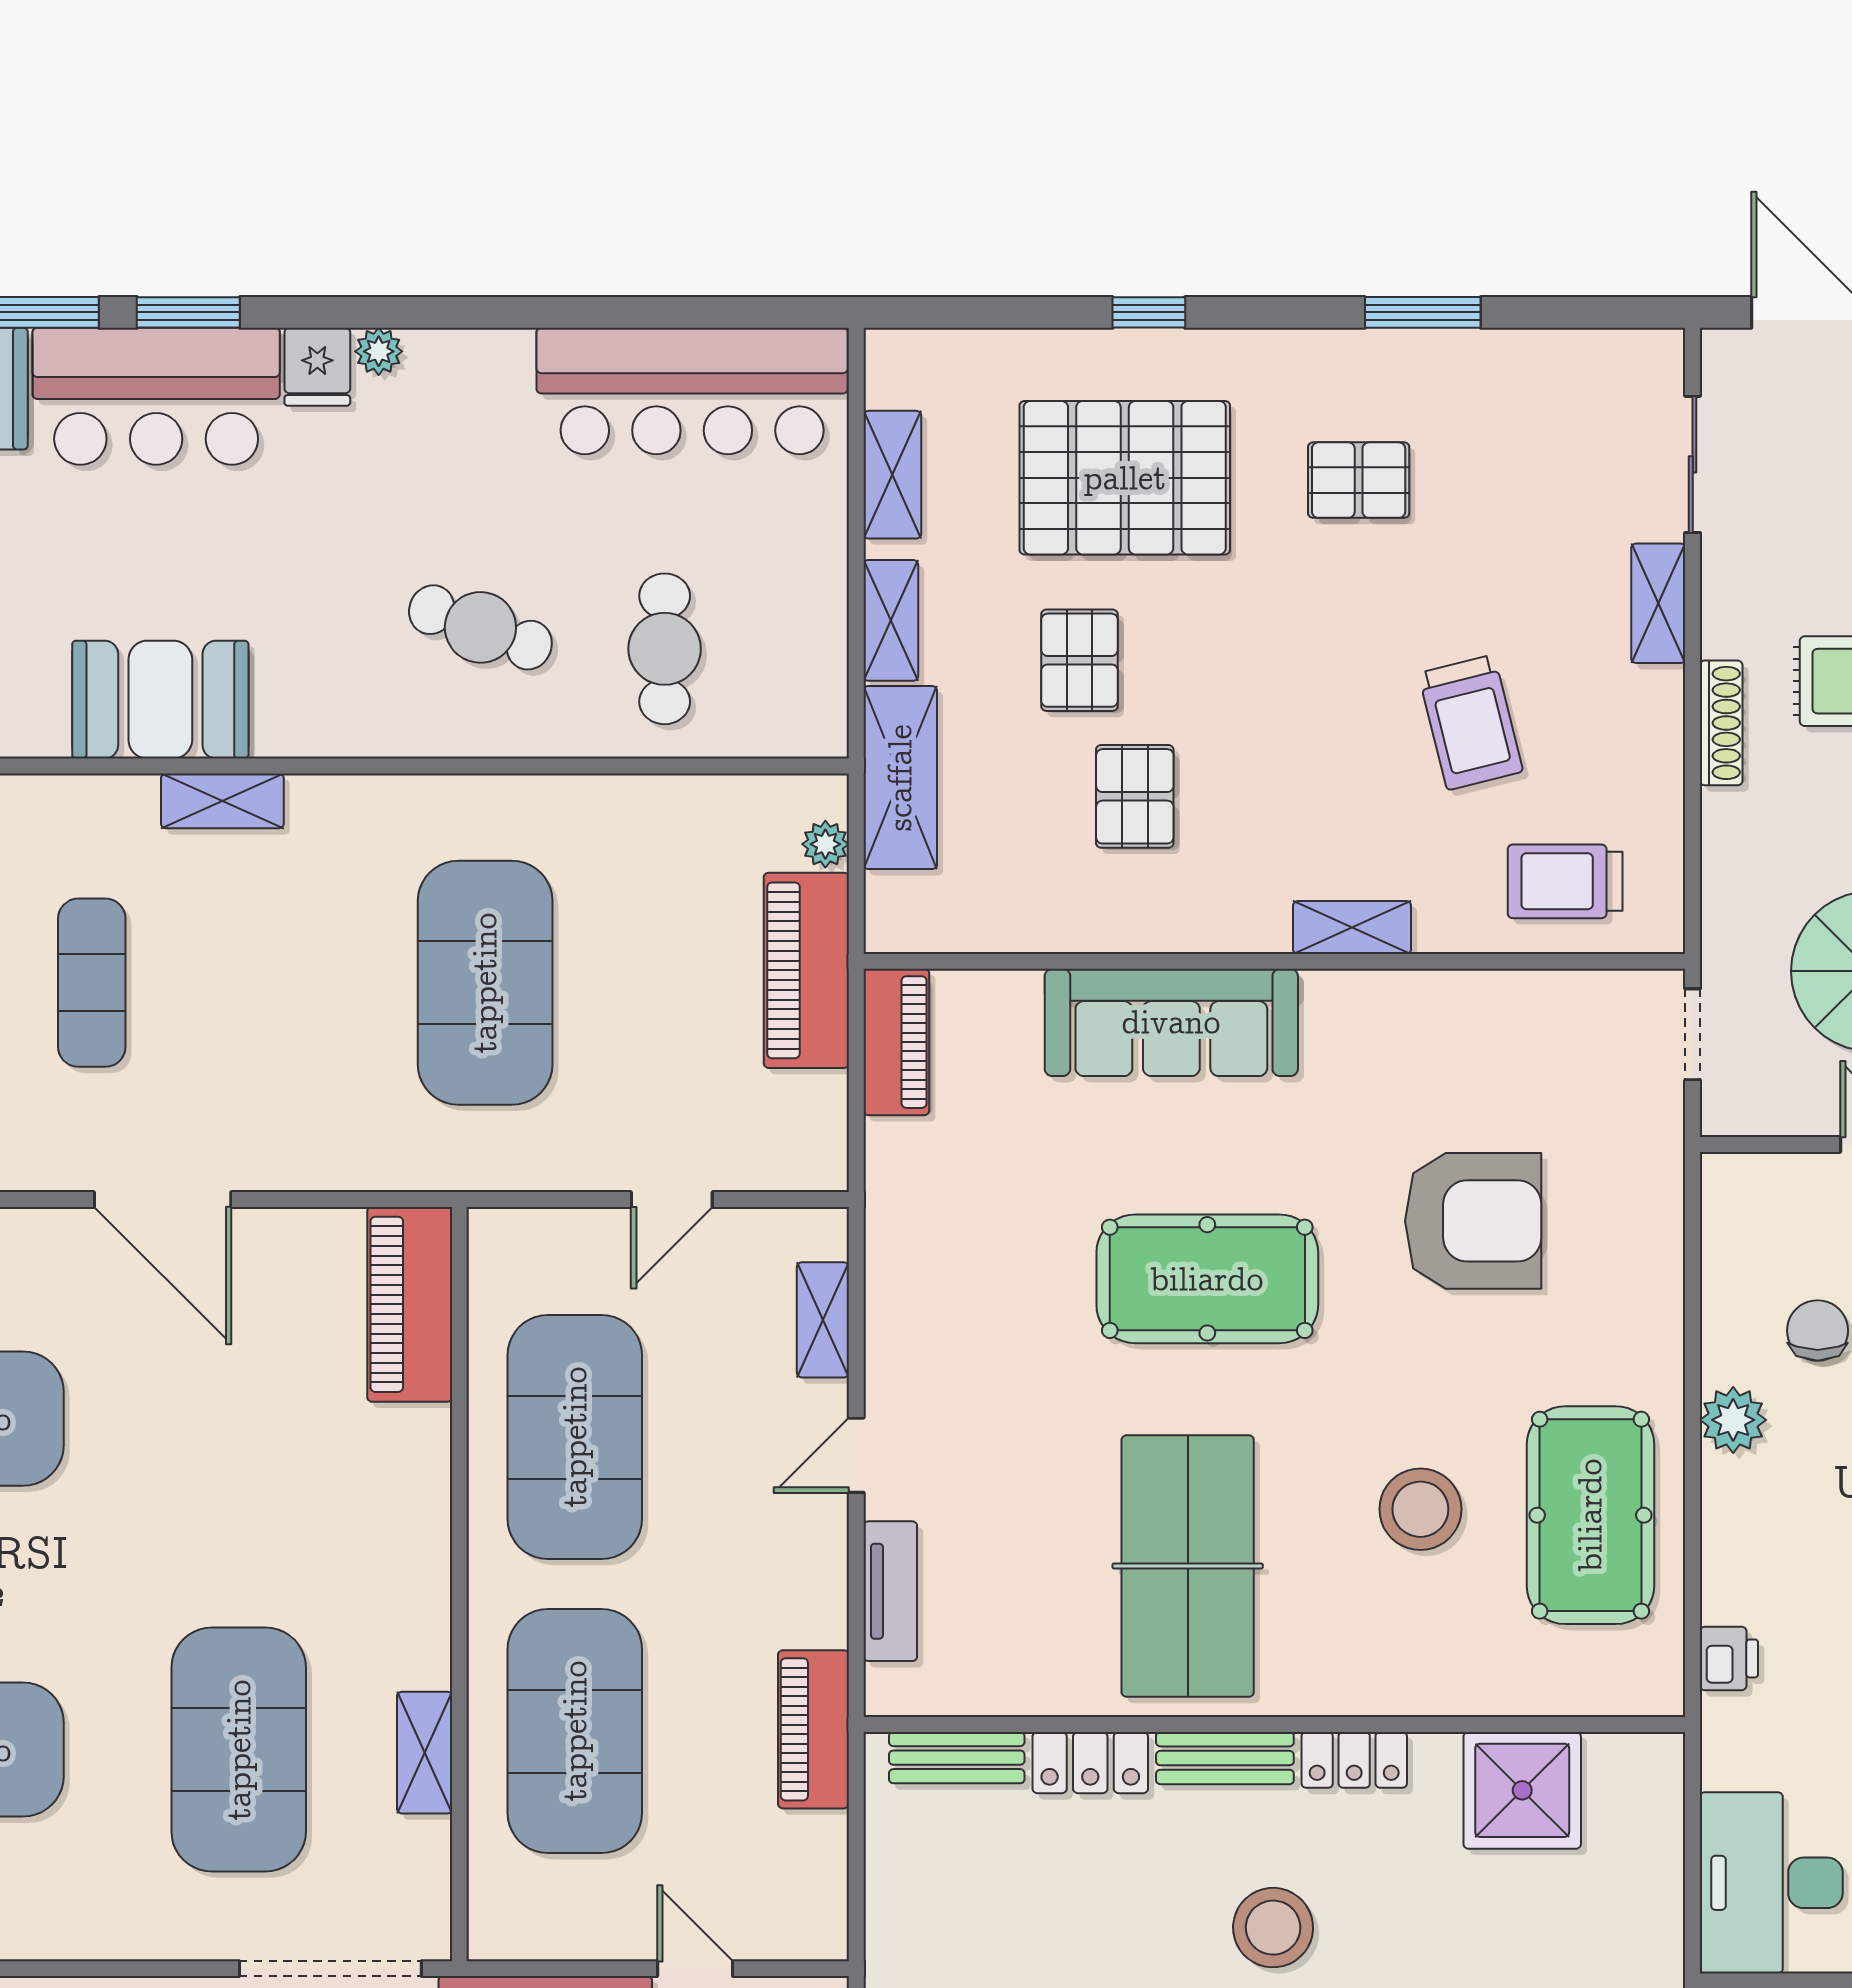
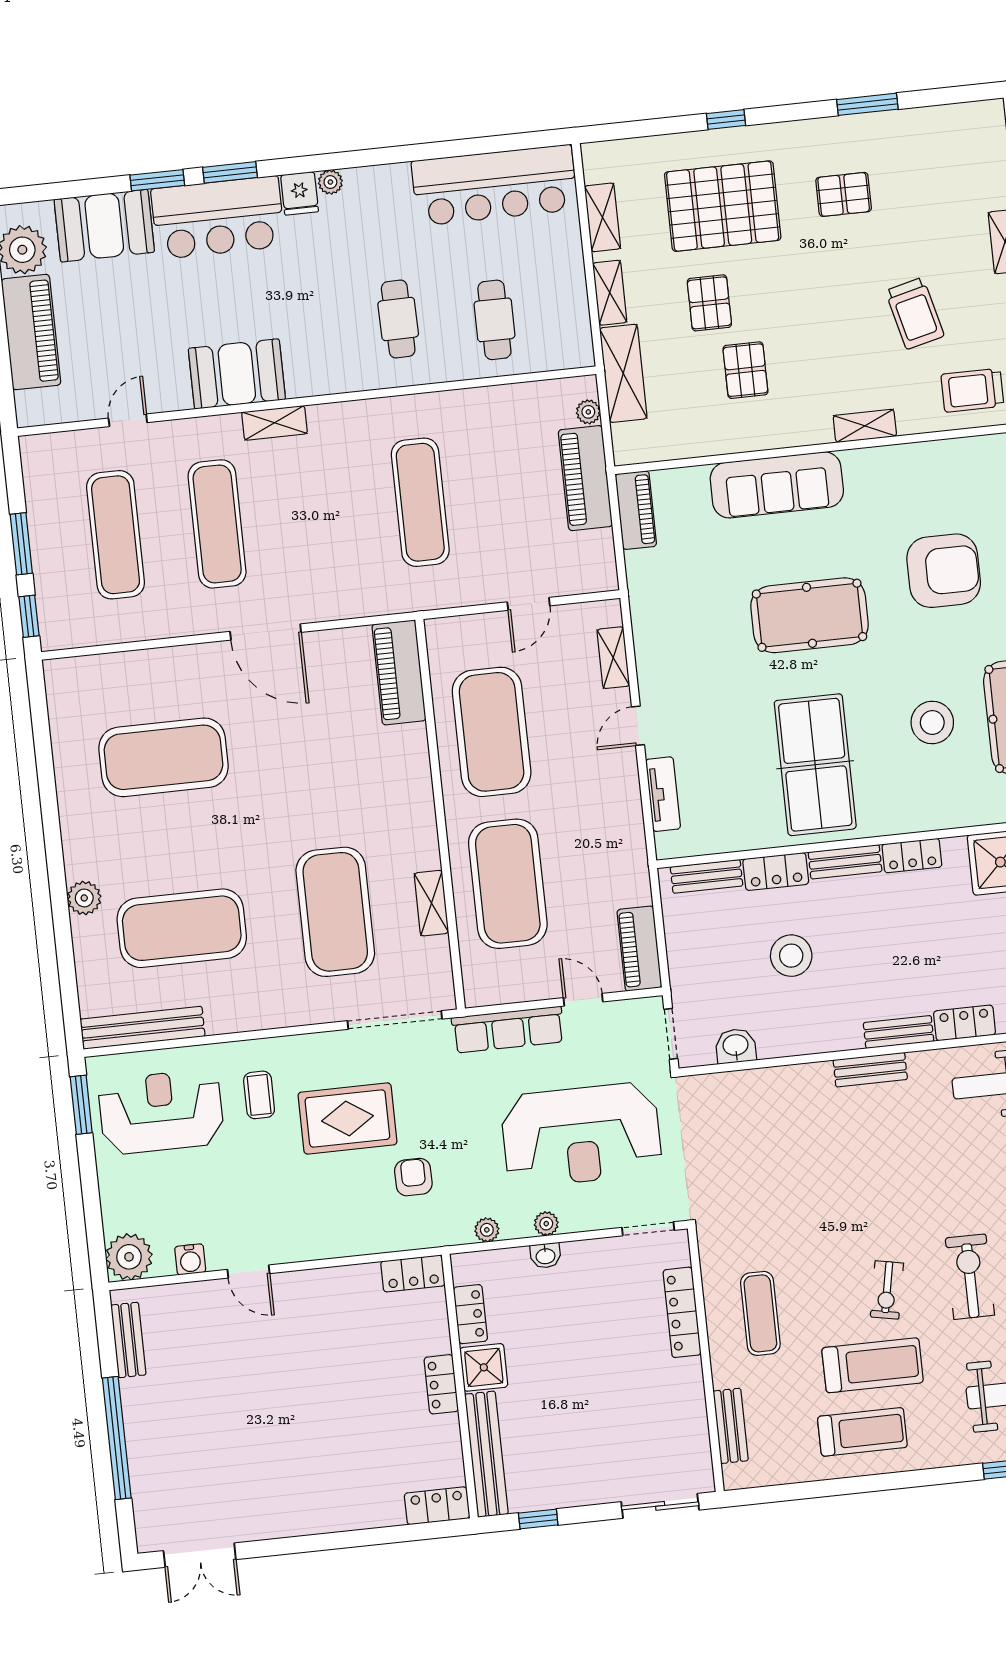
cafe table: (480, 627) -> (398, 319), turned 69
exercise mat: (92, 983) -> (217, 524), width x1.36, depth x1.45
exercise mat: (485, 983) -> (420, 502), width x0.68
piano: (813, 1729) -> (639, 949), moved
stool: (1273, 1928) -> (791, 956), moved

